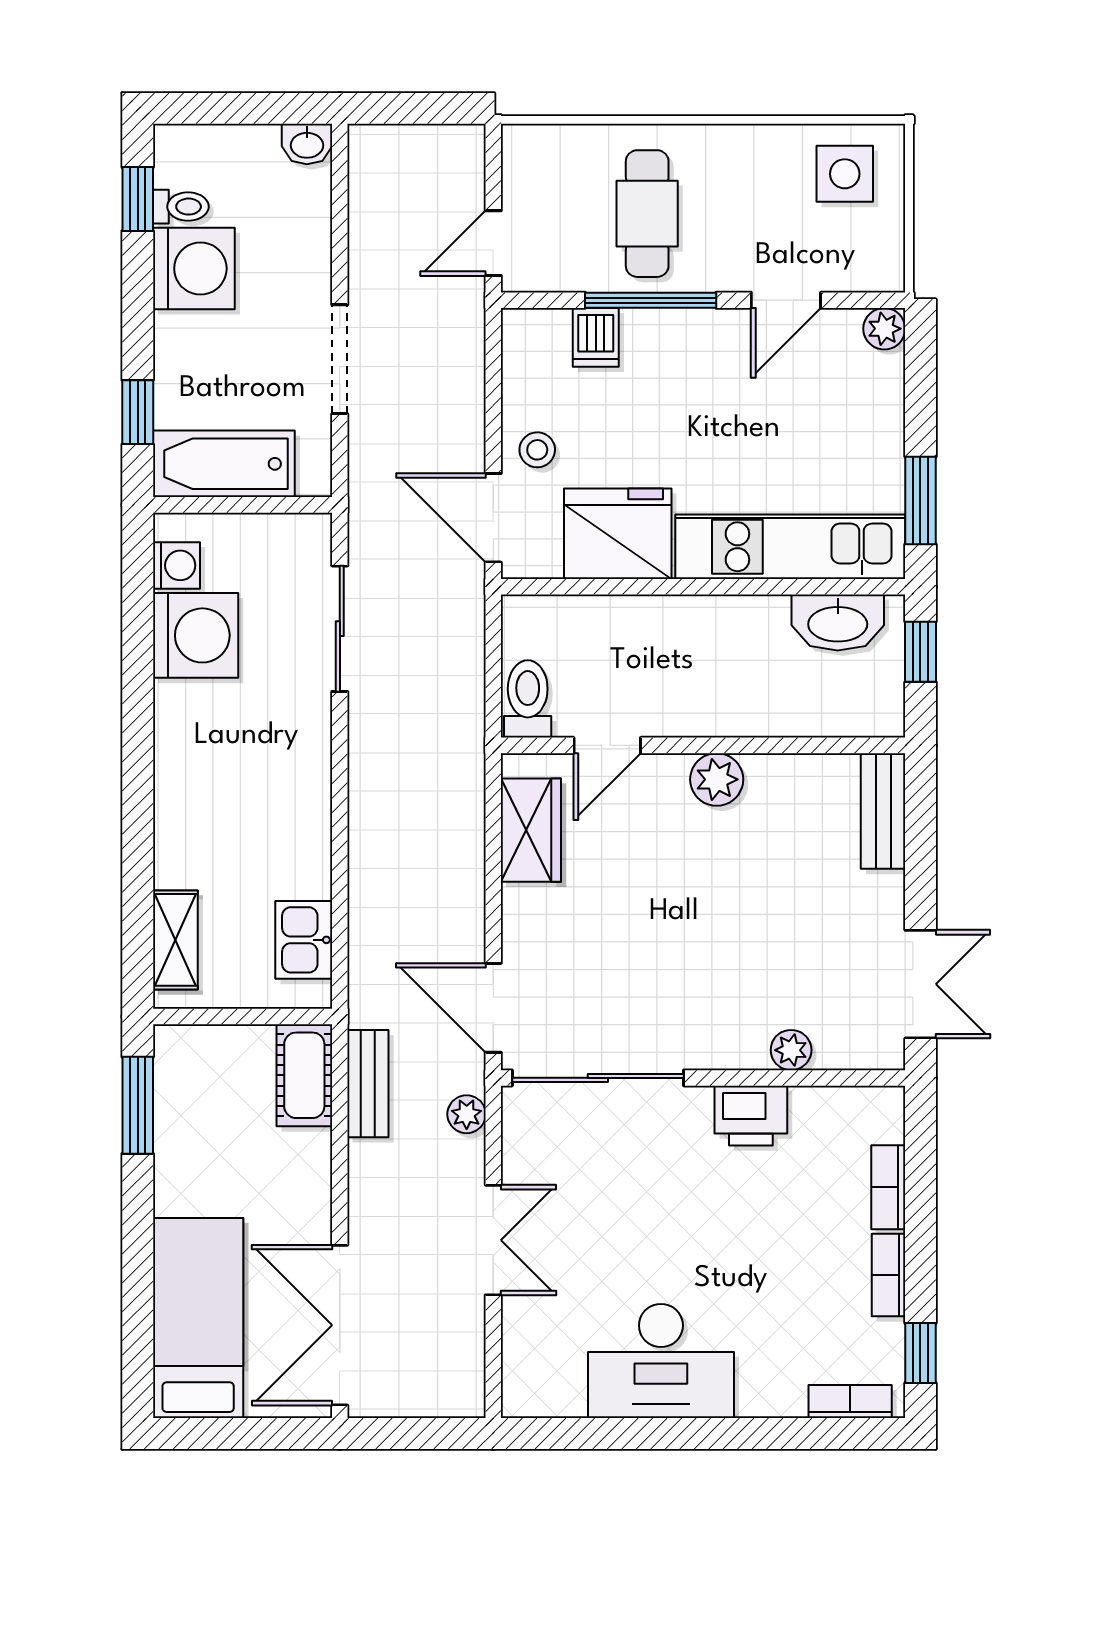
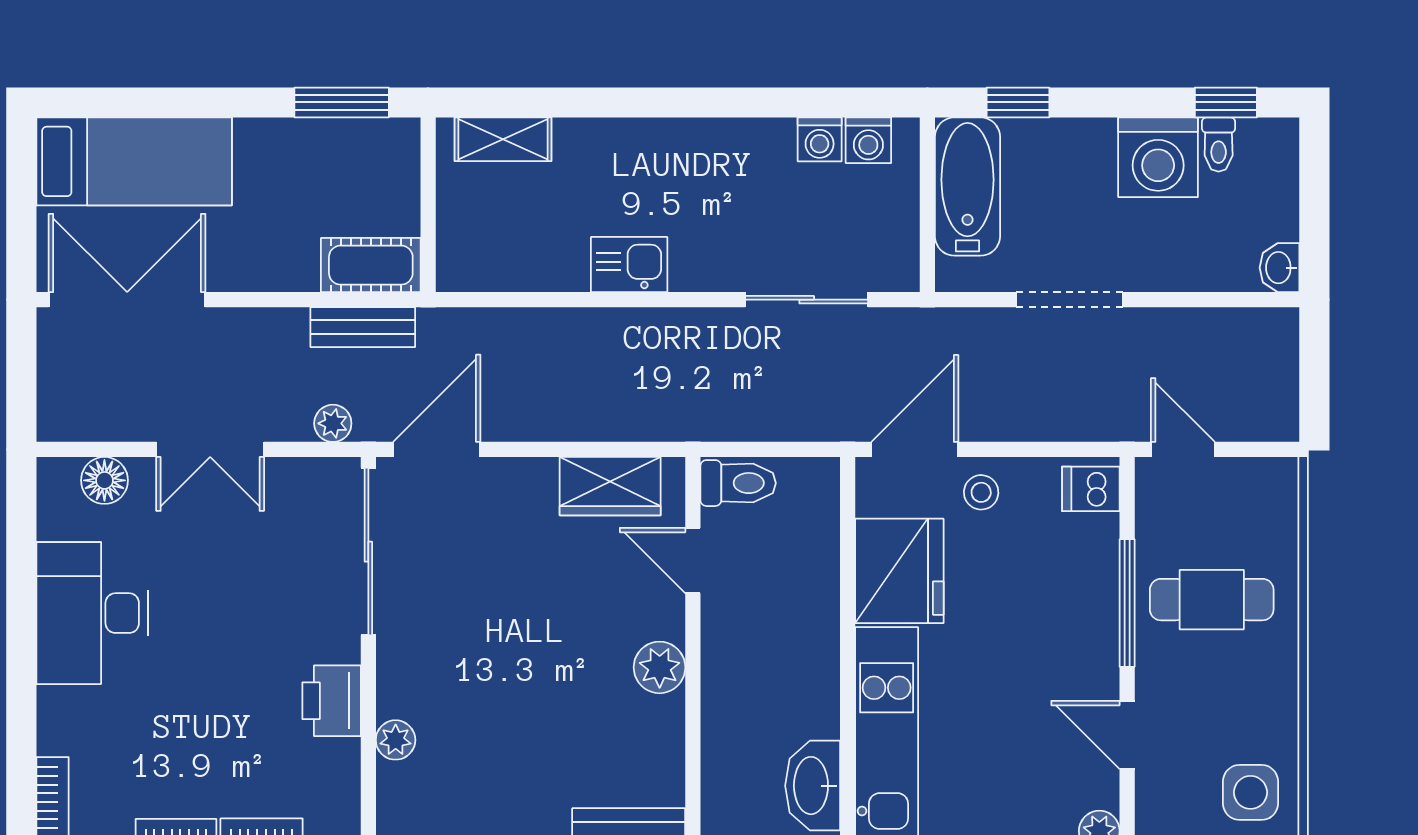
dishwasher: (596, 337) -> (1091, 489), moved
washing machine: (196, 635) -> (820, 139), width x0.53, depth x0.53
kitchen sink: (304, 940) -> (629, 265), moved
floor lamp: (525, 1348) -> (104, 480), added

